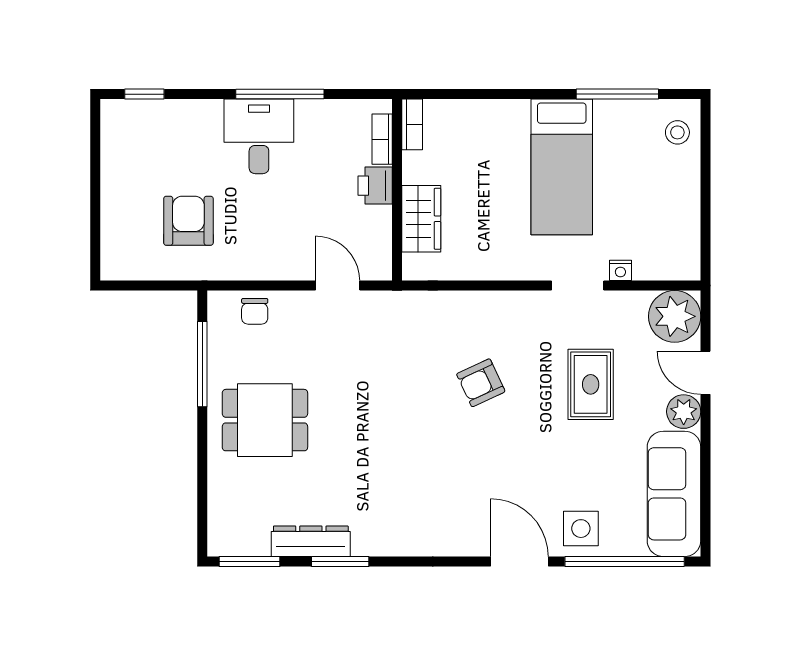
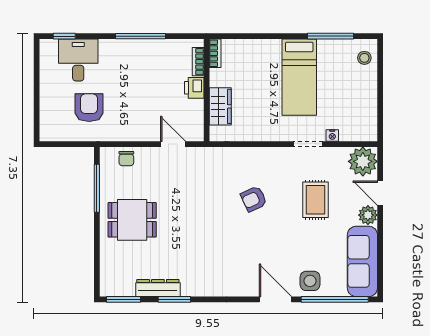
desk: (259, 136) -> (78, 60), moved

